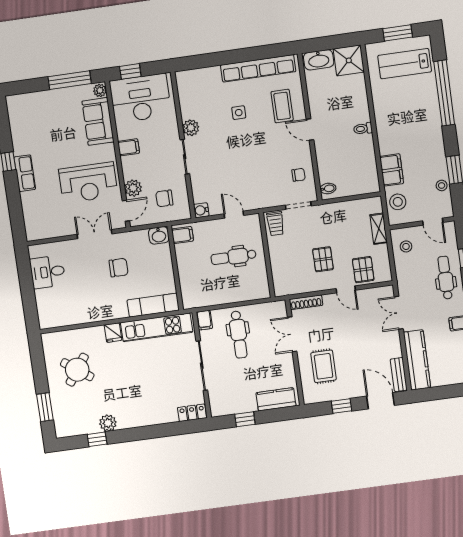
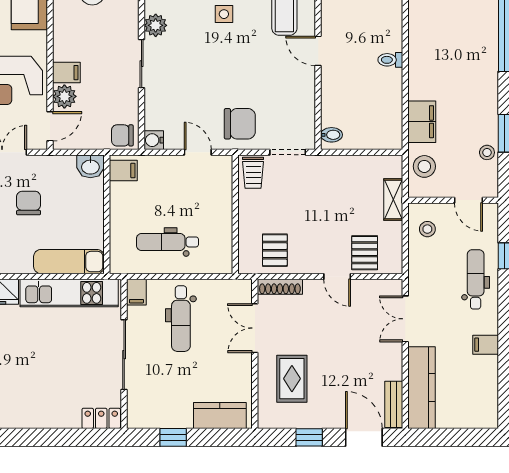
filing cabinet: (129, 147) -> (66, 73), moved
chair: (298, 175) -> (240, 124), moved, width x1.87, depth x1.87
chair: (164, 198) -> (122, 135), moved
dental chair: (234, 257) -> (168, 242), moved
pallet: (323, 259) -> (275, 250), moved
chair: (119, 268) -> (29, 203), turned -90

